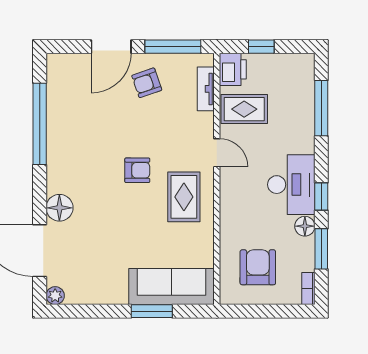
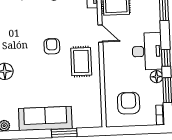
armchair: (137, 170) -> (52, 46), turned -90
sofa: (172, 287) -> (45, 118), moved

